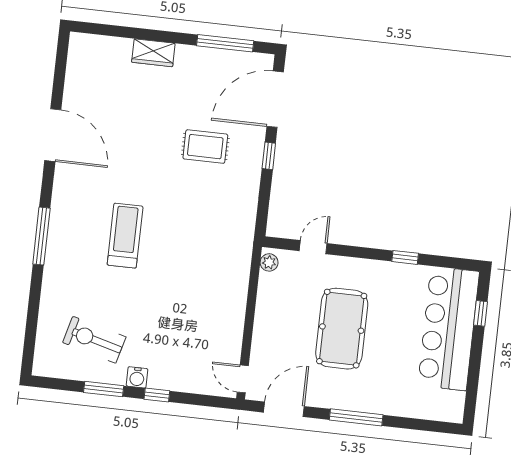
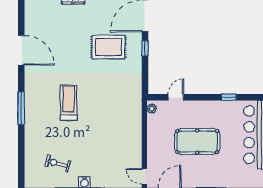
rug: (205, 147) -> (108, 47), width x1.36, depth x1.43
pool table: (342, 329) -> (197, 142), turned 90
exercise bike: (94, 340) -> (58, 164), width x0.73, depth x0.72

